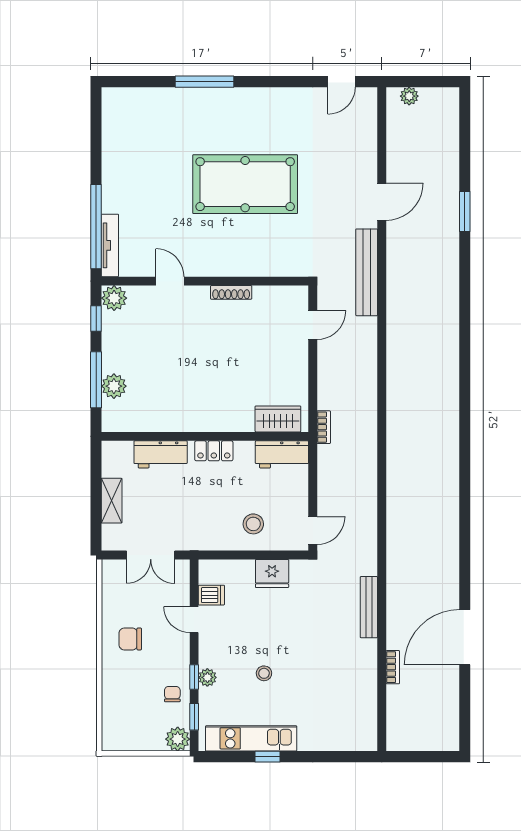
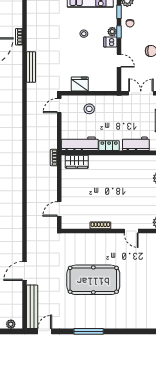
window: (204, 82) -> (89, 331), moved
bench: (367, 272) -> (32, 307), moved
workbench: (282, 454) -> (80, 144), width x1.38
dishwasher: (211, 595) -> (110, 42), moved

